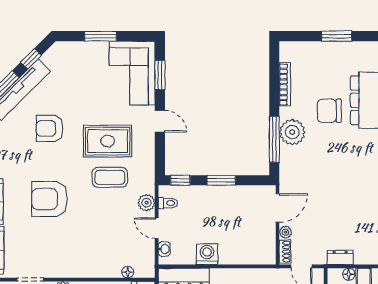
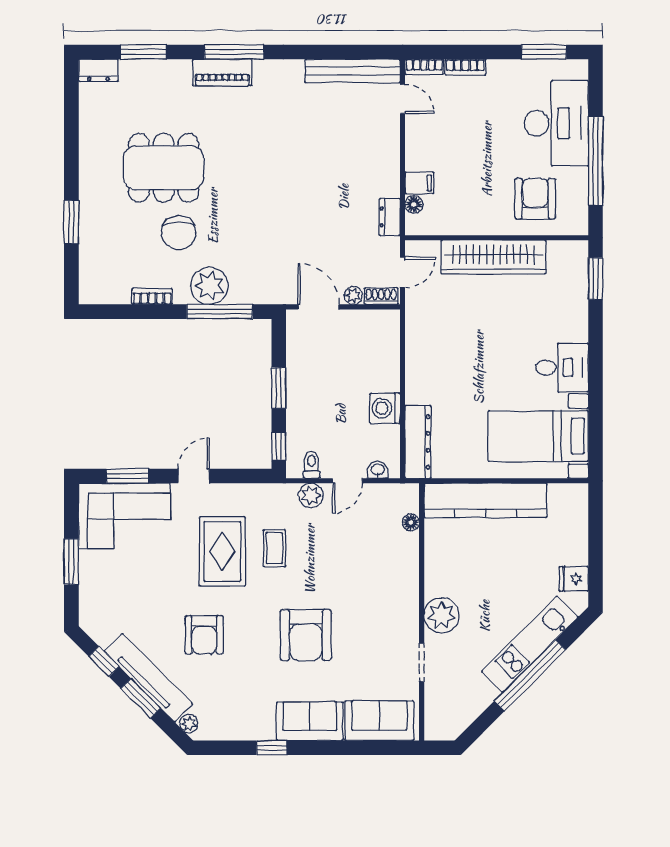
bookcase: (285, 84) -> (152, 296), width x0.64
coffee table: (110, 177) -> (274, 548), width x0.73, depth x0.77

